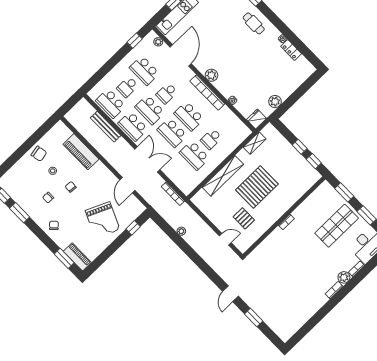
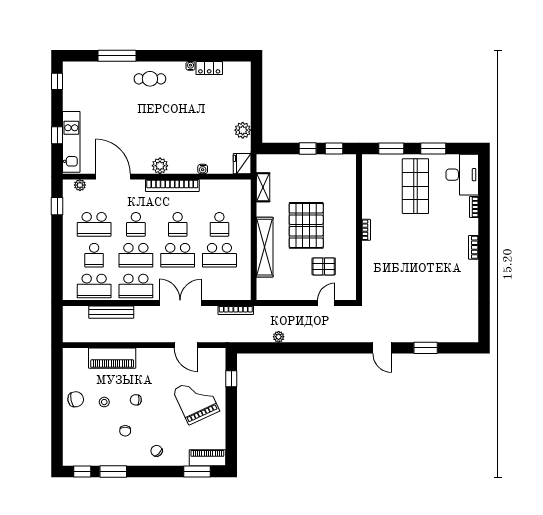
school desk: (189, 116) -> (178, 224), width x0.54
grand piano: (103, 220) -> (196, 400), turned -139
plant: (344, 277) -> (471, 227), removed

